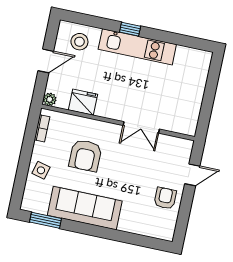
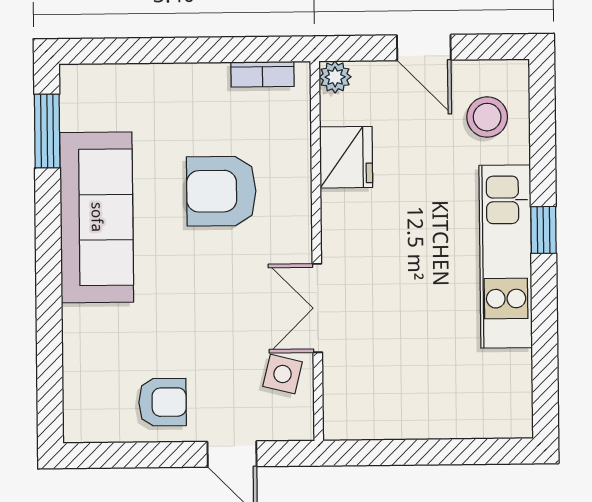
side table: (41, 170) -> (283, 374), moved

